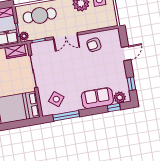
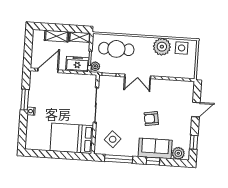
armchair: (94, 45) -> (151, 119), moved
wardrobe: (15, 51) -> (82, 80), removed
window: (114, 108) -> (153, 161), moved

